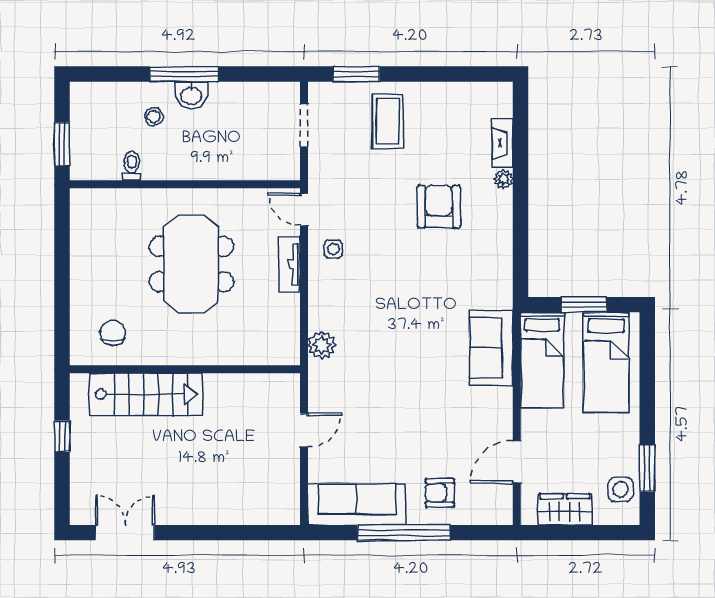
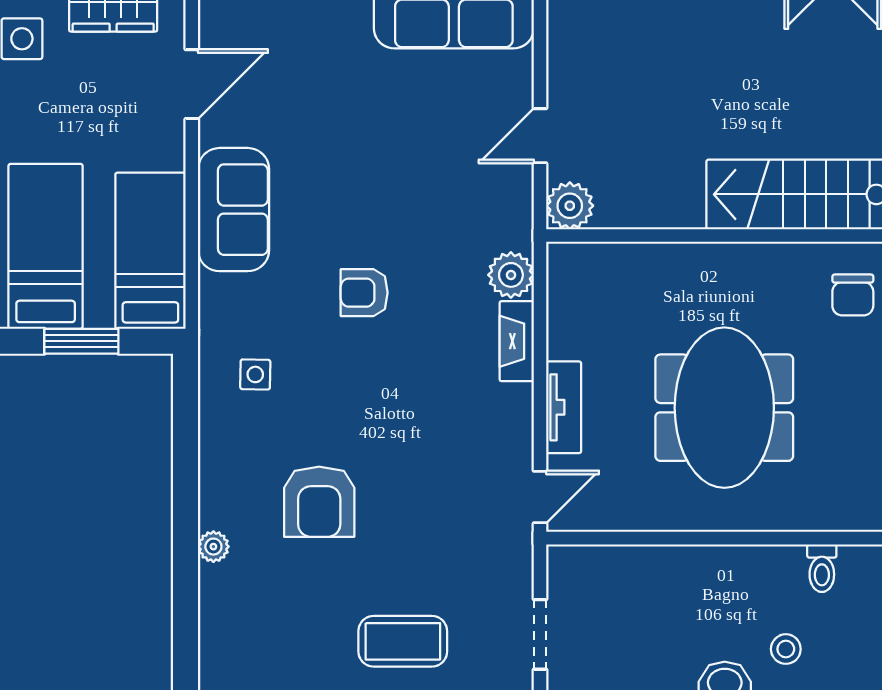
coffee table: (388, 121) -> (403, 641), turned 90
fireplace: (503, 143) -> (517, 341), moved, turned 180
door: (304, 209) -> (540, 497), hinge flipped
side table: (333, 249) -> (255, 374), moved
sofa: (491, 348) -> (234, 210), moved
plant: (286, 387) -> (570, 206), added
armchair: (440, 493) -> (364, 293), moved, turned 180

